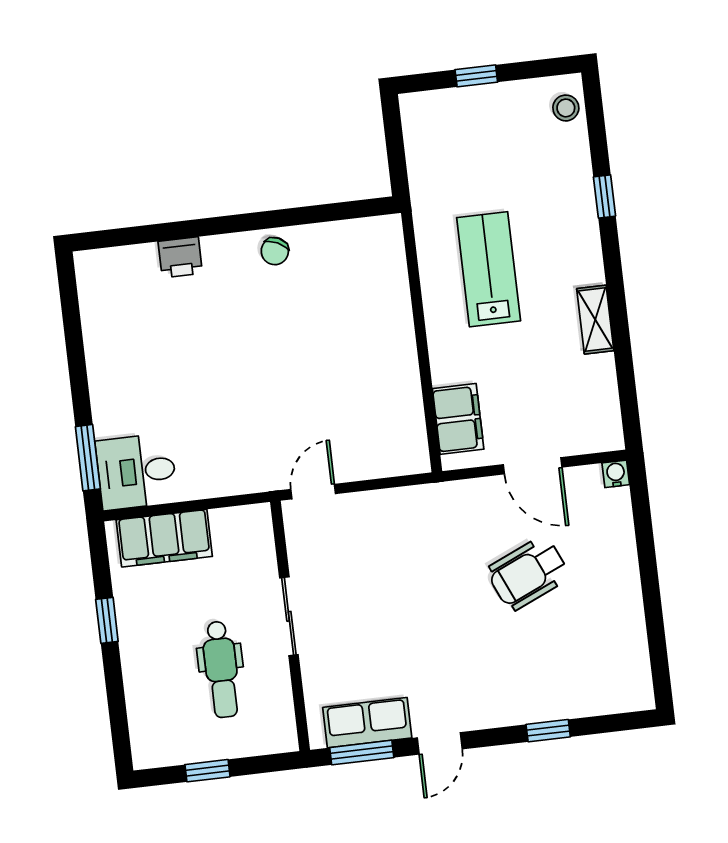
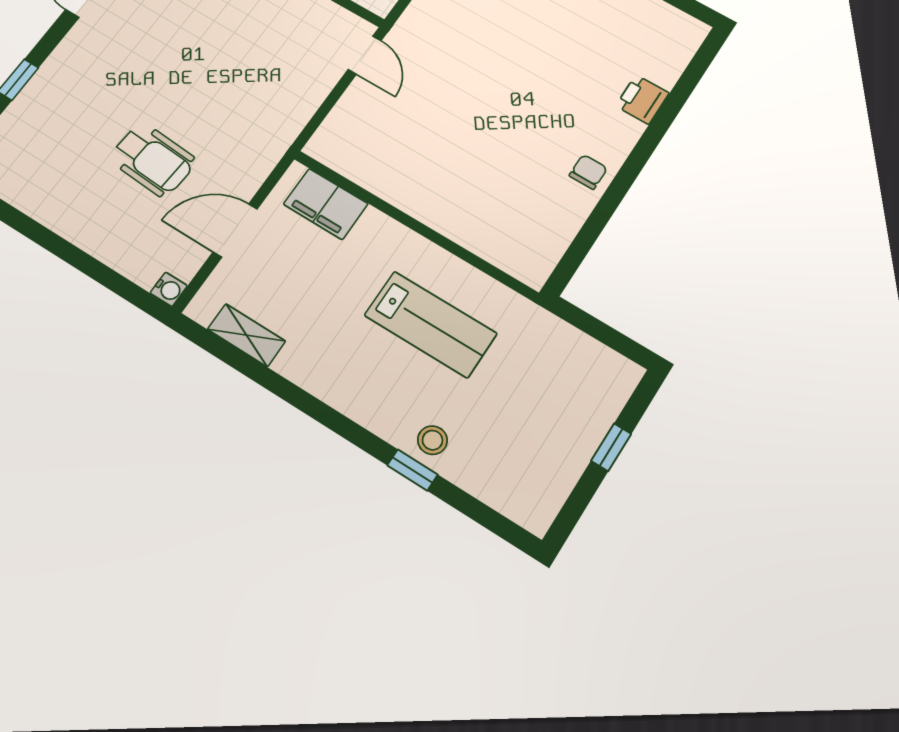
stool: (566, 108) -> (432, 440), moved
chair: (275, 251) -> (588, 172), turned 64
shelving: (595, 320) -> (246, 335), moved
wheelchair: (528, 573) -> (153, 160), turned 118

